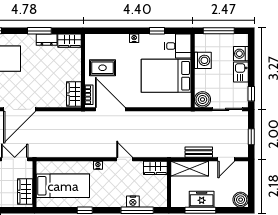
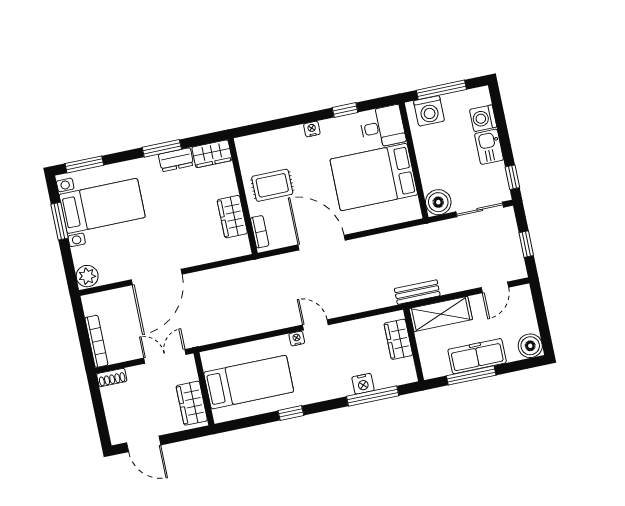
washing machine: (203, 60) -> (429, 111), moved, turned 90
wardrobe: (74, 94) -> (232, 217), moved
door: (110, 109) -> (322, 243), moved
bench: (199, 152) -> (417, 292), moved
door: (125, 159) -> (315, 325), moved
wardrobe: (155, 168) -> (398, 339), moved, turned 90
freezer: (202, 199) -> (477, 356), width x1.40

